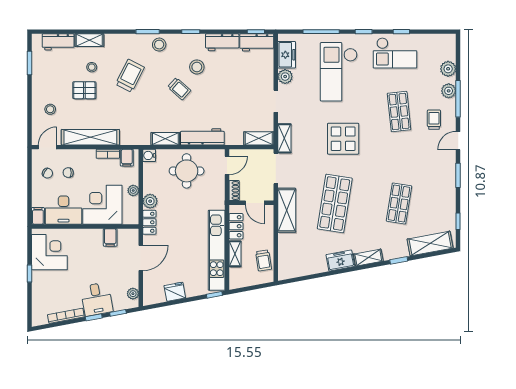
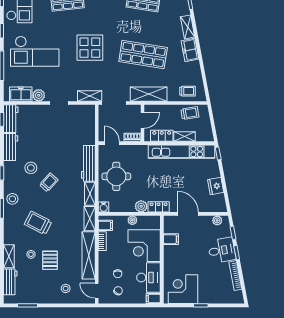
shelving: (259, 138) -> (90, 219), moved
trolley: (290, 258) -> (187, 91), added

